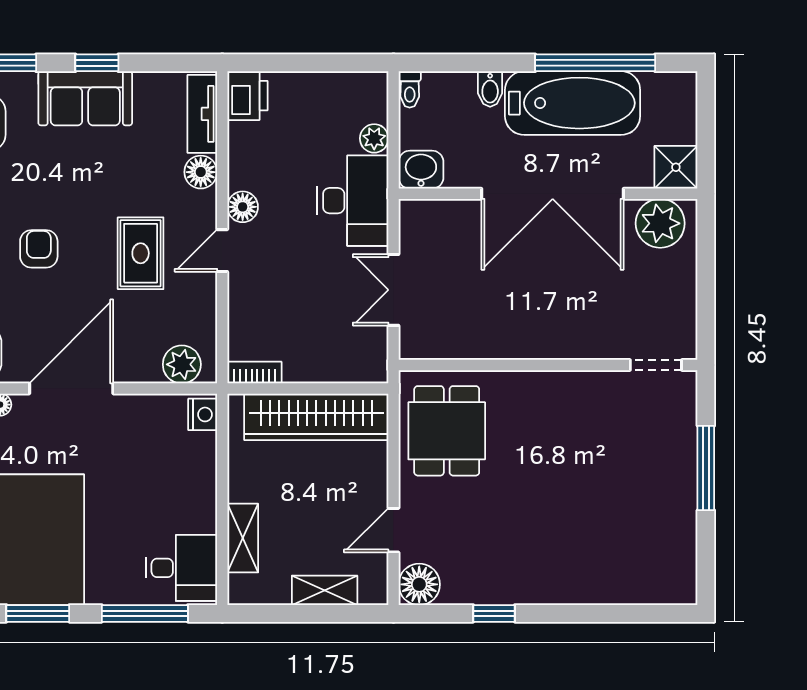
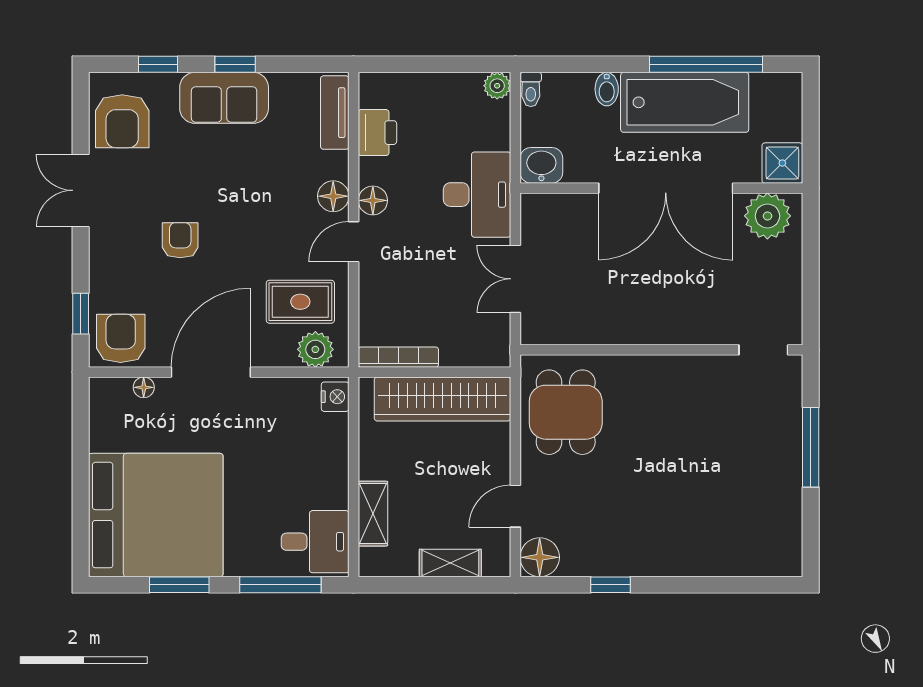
printer: (247, 96) -> (377, 133), moved
plant: (374, 138) -> (497, 86), moved
floor lamp: (201, 172) -> (333, 196), moved
rug: (141, 253) -> (300, 302), moved, turned 90
bookcase: (254, 373) -> (398, 357), width x1.56

